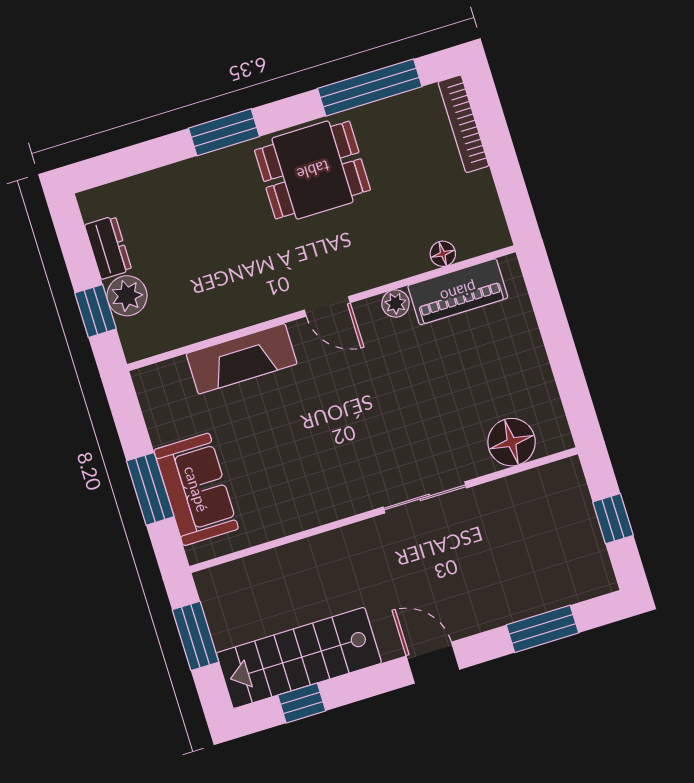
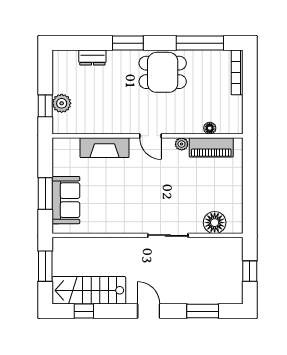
dresser: (108, 248) -> (92, 58), moved, turned 90

